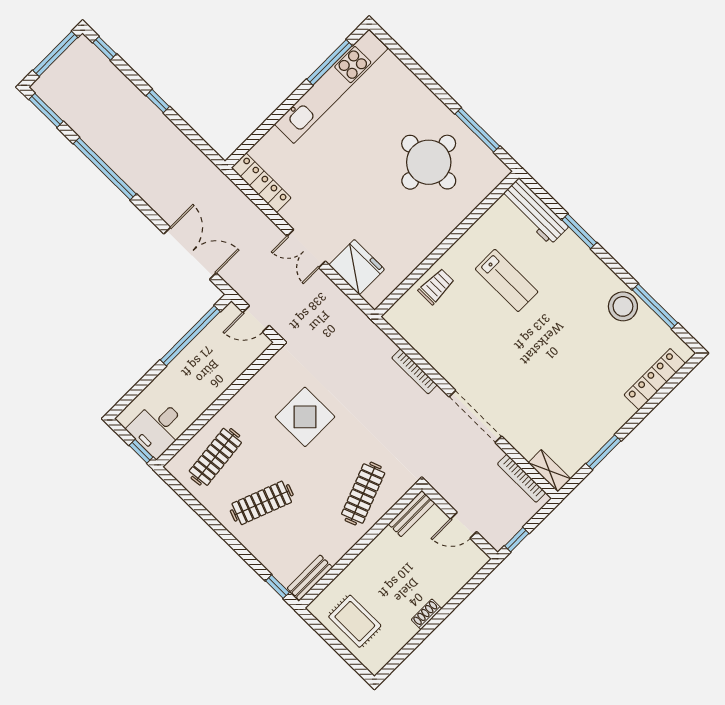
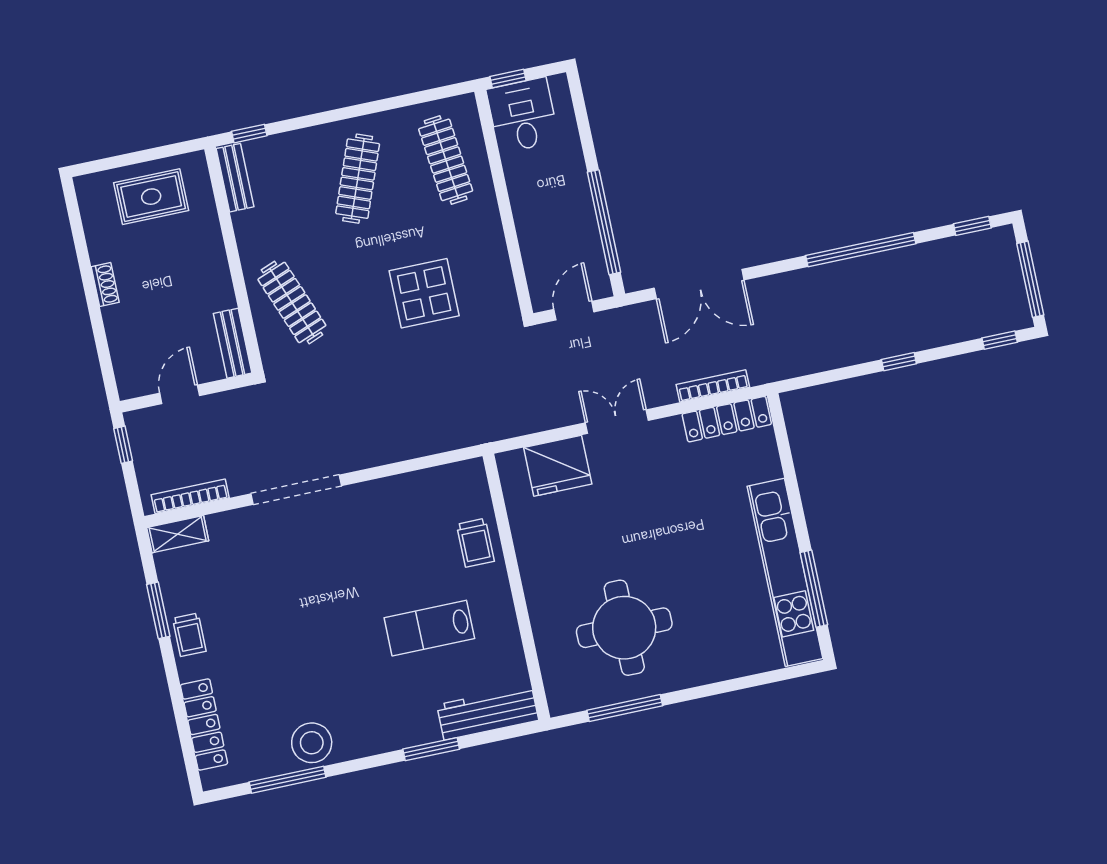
window: (46, 110) -> (972, 226), width x0.67
bookcase: (414, 371) -> (713, 386), moved
trolley: (606, 424) -> (189, 635), added

